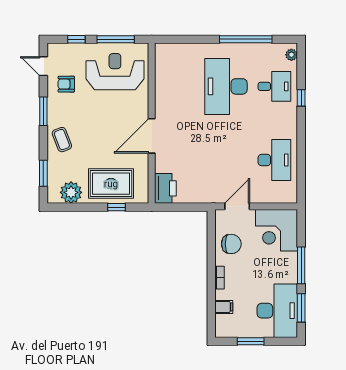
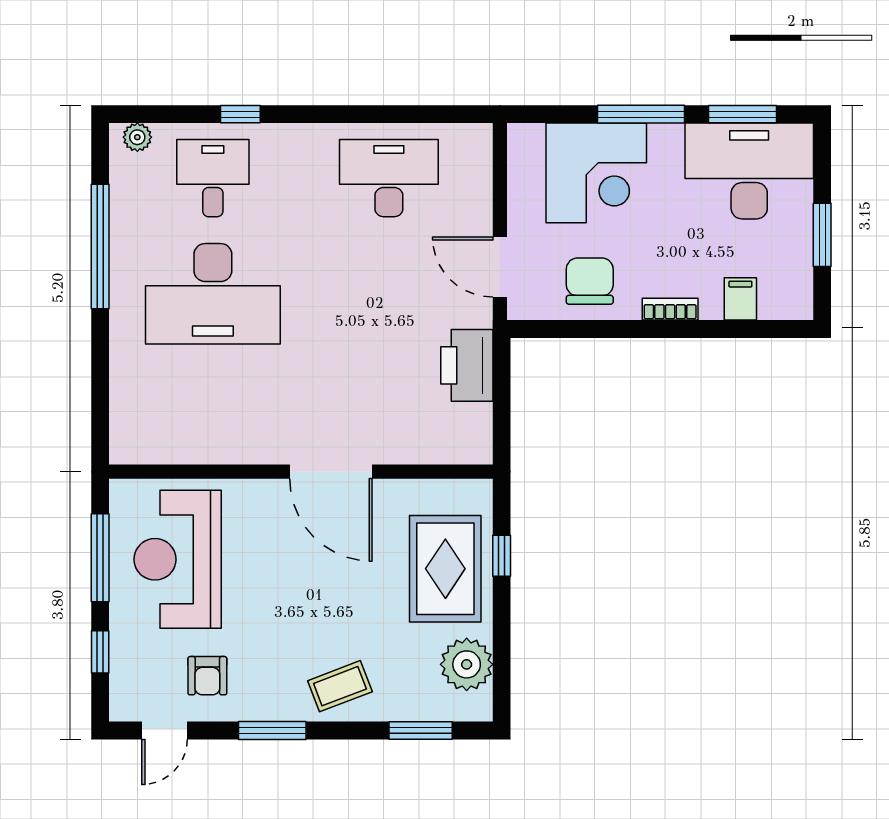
printer: (165, 188) -> (467, 365), moved, turned -90
corner desk: (277, 230) -> (596, 173), moved

